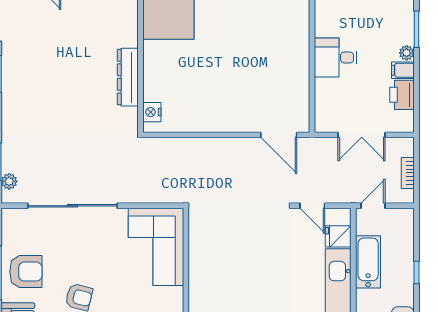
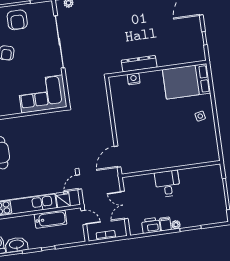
nightstand: (152, 112) -> (134, 79), moved

